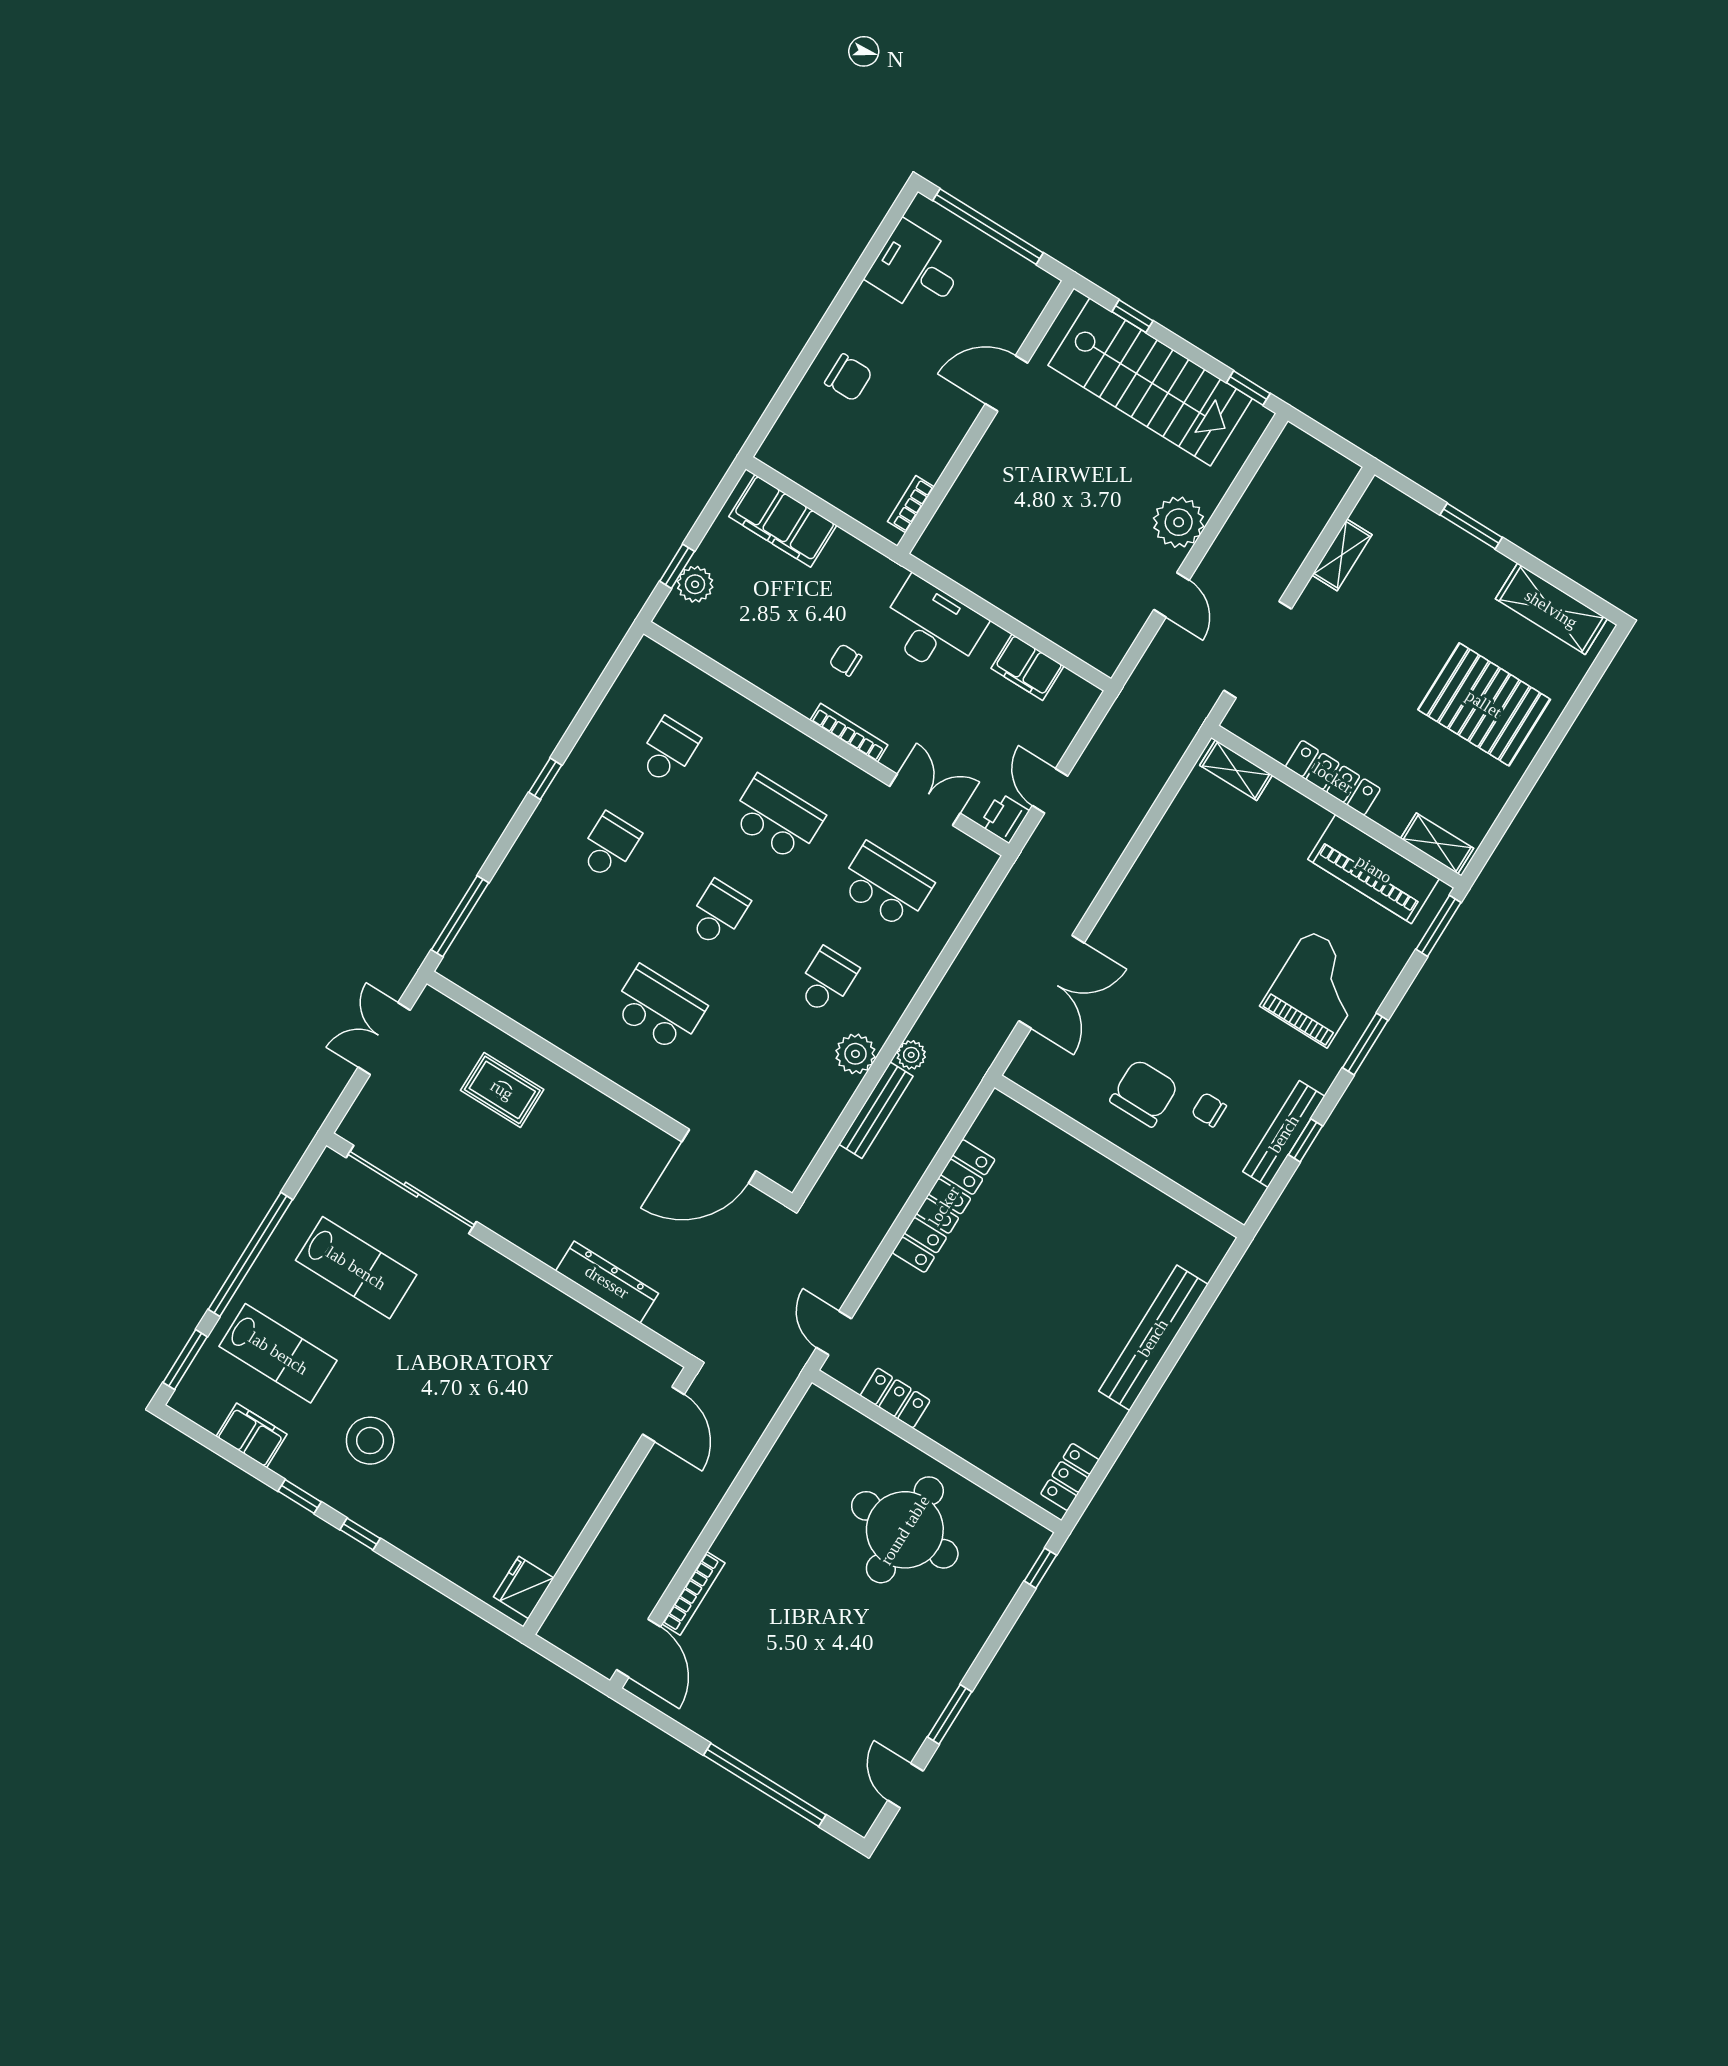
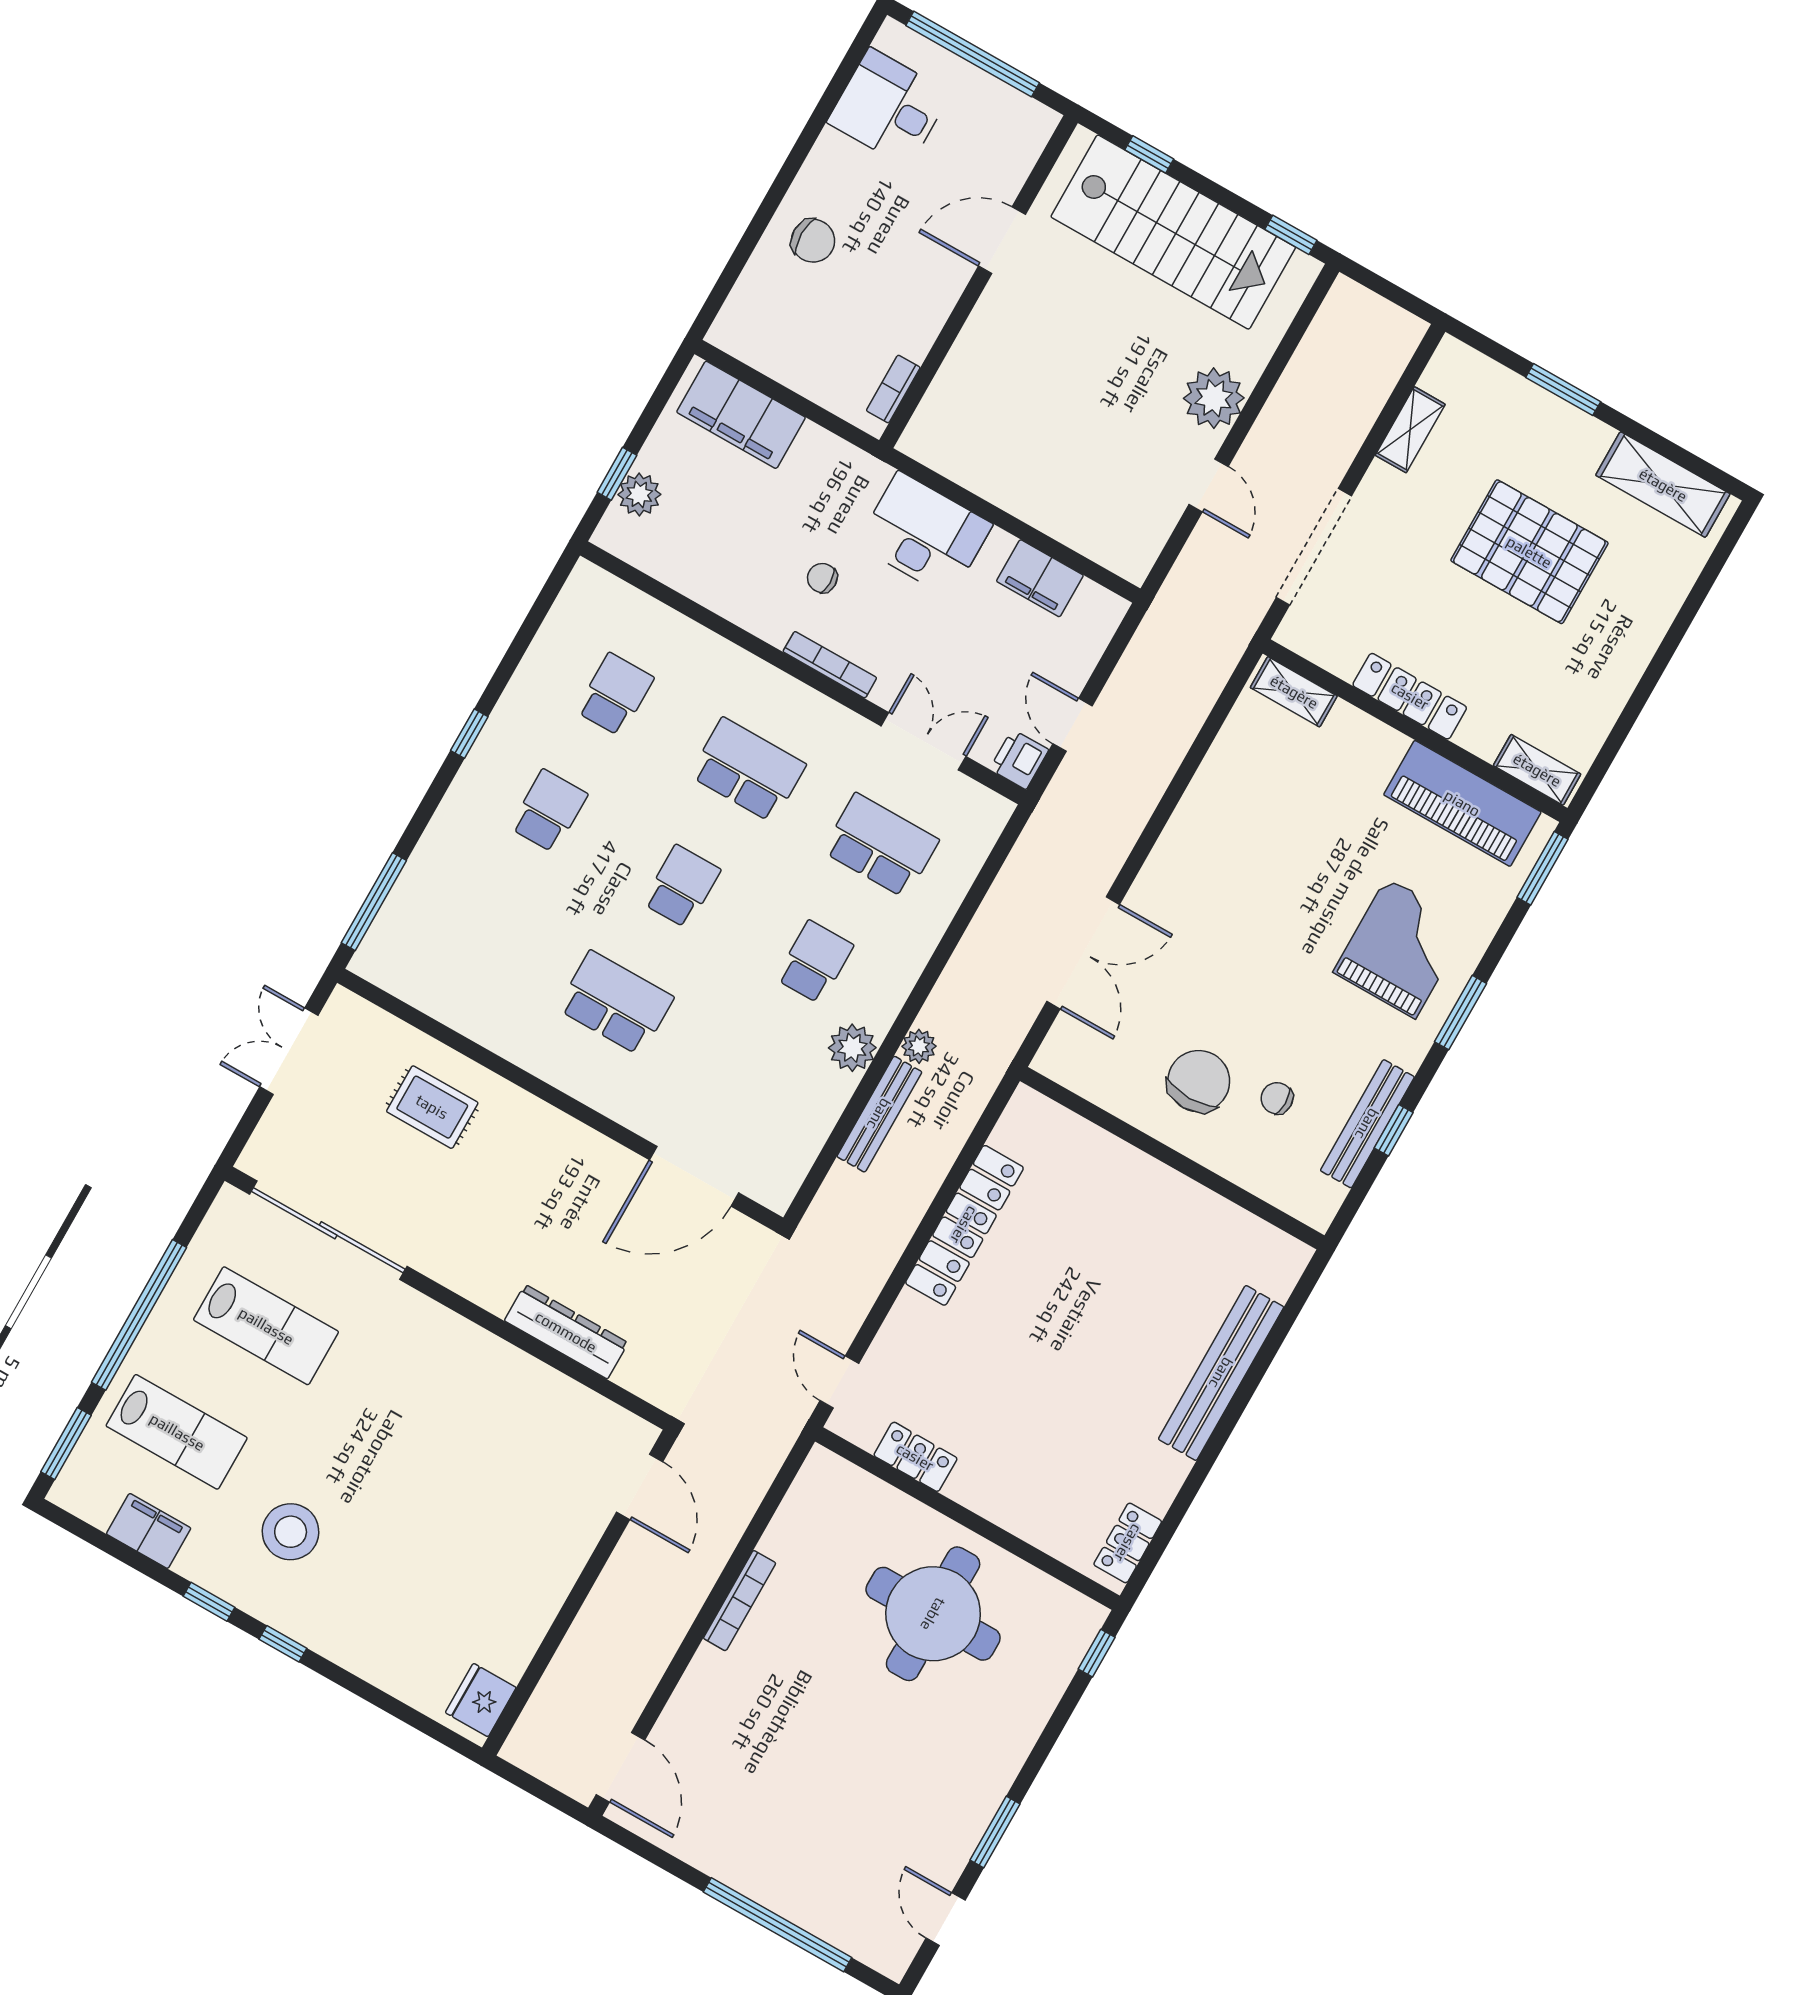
pallet: (1484, 704) -> (1529, 552), moved
bookcase: (693, 1593) -> (740, 1601), moved

